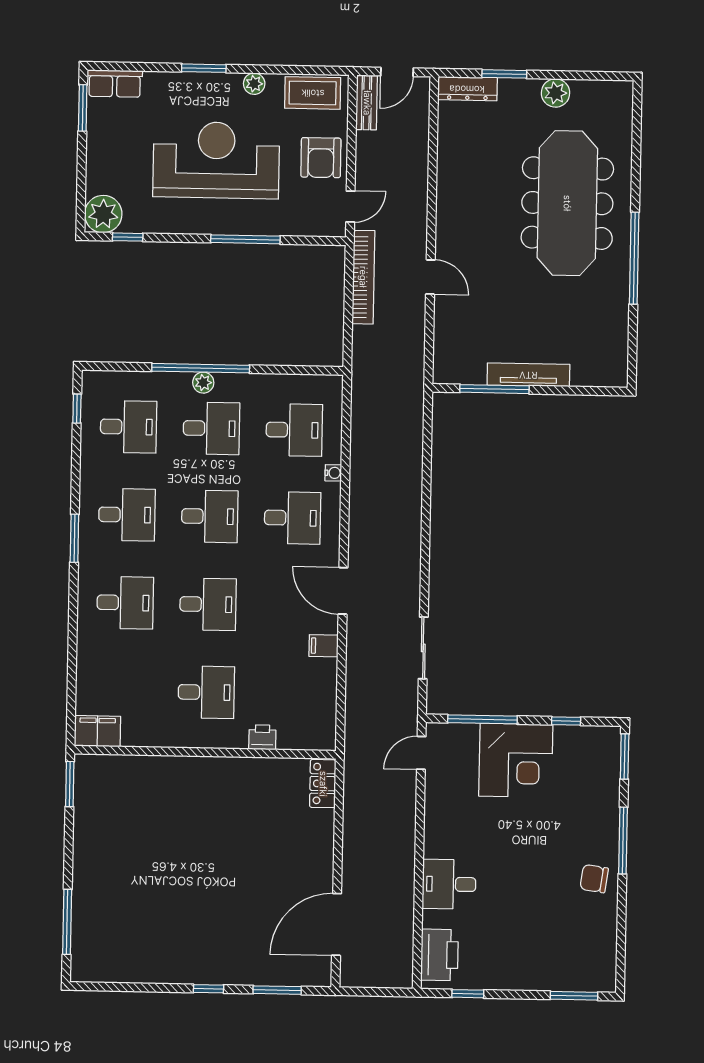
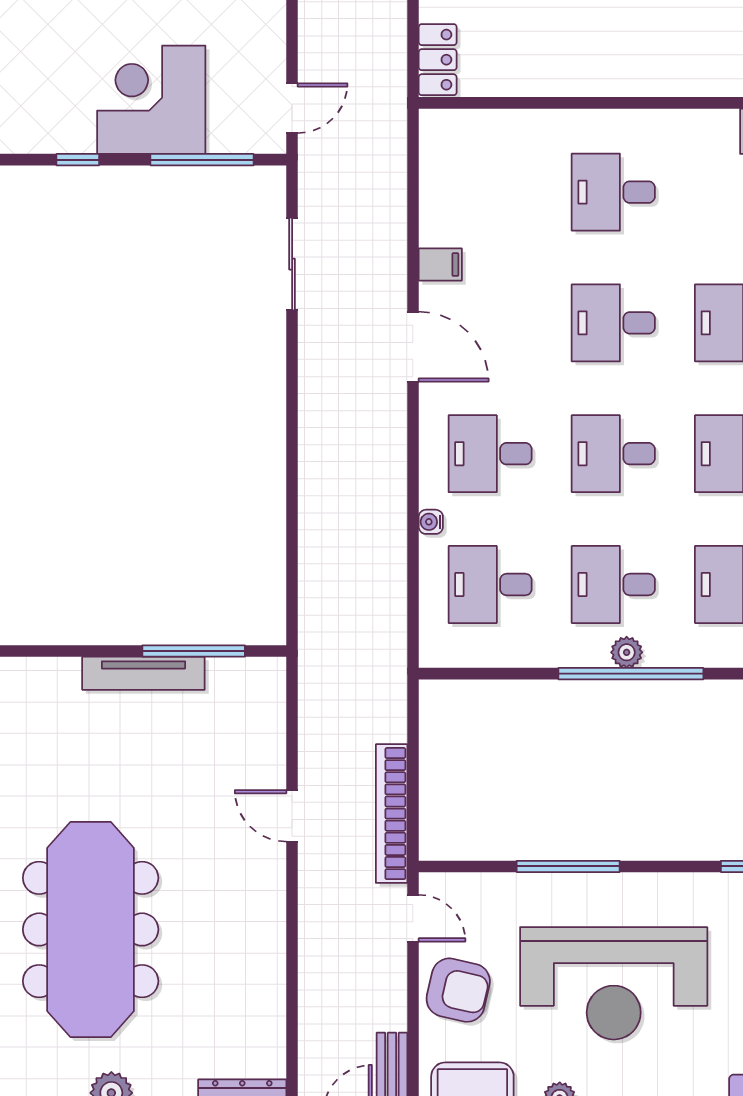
armchair: (321, 158) -> (458, 990), turned 103
door: (350, 207) -> (413, 918), swing flipped
printer: (262, 737) -> (529, 127), removed

